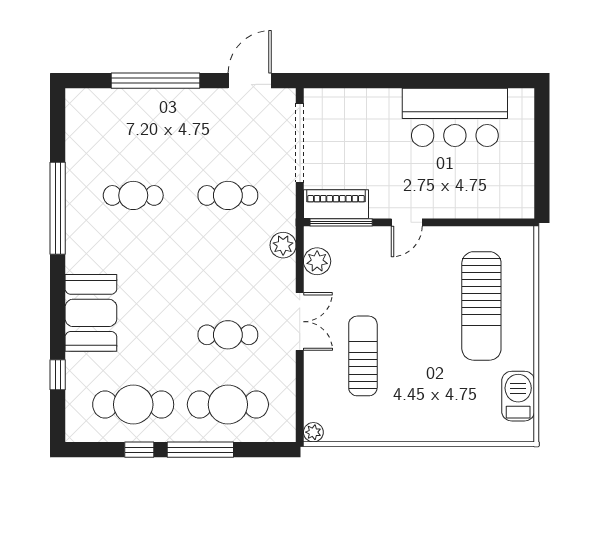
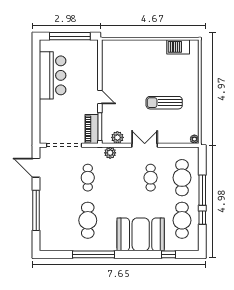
window: (542, 156) -> (70, 36), added
cafe table: (133, 195) -> (88, 220), width x1.37, depth x1.35
sun lounger: (481, 306) -> (138, 63), removed
booth: (91, 313) -> (141, 234), width x1.36, depth x1.42
sun lounger: (363, 356) -> (164, 103), moved

